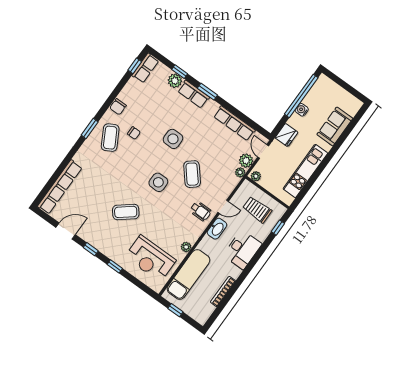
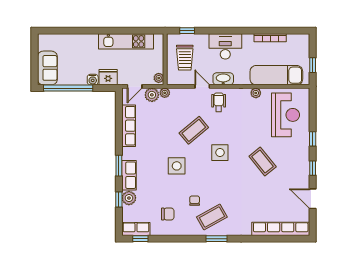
chair: (118, 107) -> (168, 214), moved
water cooler: (302, 110) -> (93, 80), moved
sofa: (335, 126) -> (47, 68), moved, turned -90

